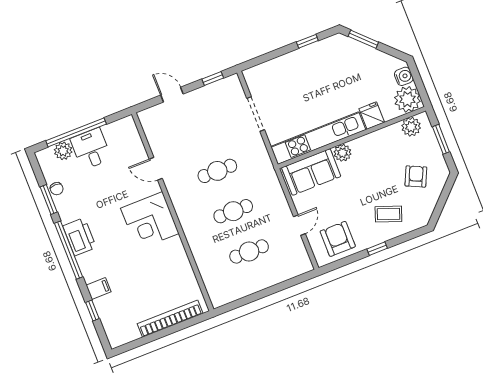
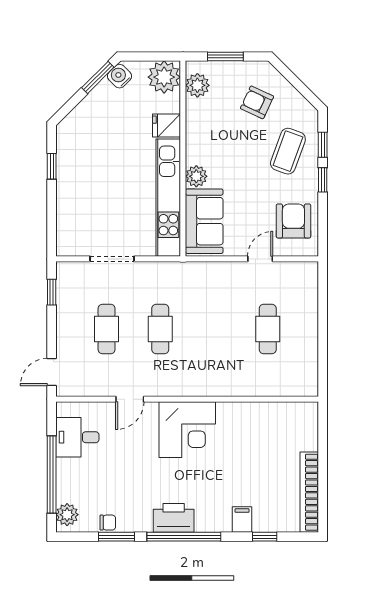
window: (363, 39) -> (98, 77), moved
water cooler: (404, 76) -> (120, 76), moved, turned -45
door: (172, 95) -> (52, 372), moved
desk: (91, 149) -> (77, 437), moved
plant: (63, 151) -> (67, 515), moved
cafe table: (233, 211) -> (107, 329), moved
coffee table: (388, 214) -> (288, 151), width x1.36, depth x1.30
door: (299, 225) -> (260, 259), hinge flipped
window: (403, 238) -> (323, 145), added
armchair: (338, 239) -> (293, 221), turned 90
bookcase: (170, 319) -> (309, 492), moved

